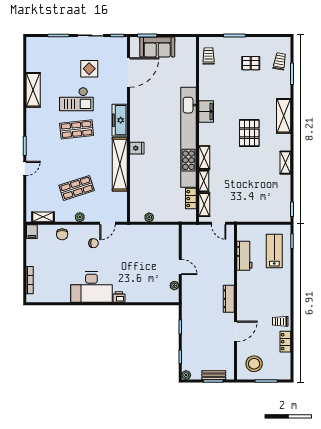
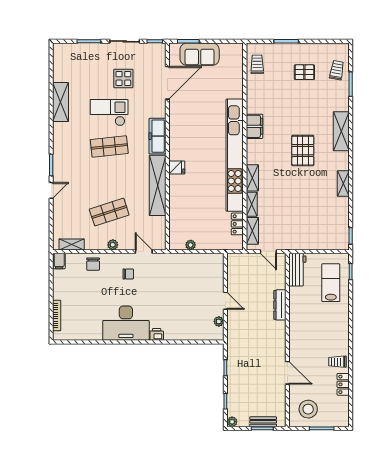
checkout: (76, 99) -> (109, 113), turned 180
door: (107, 223) -> (144, 252), swing flipped
workbench: (244, 256) -> (297, 270), moved
dresser: (229, 299) -> (280, 305), moved
door: (235, 331) -> (287, 373), hinge flipped

